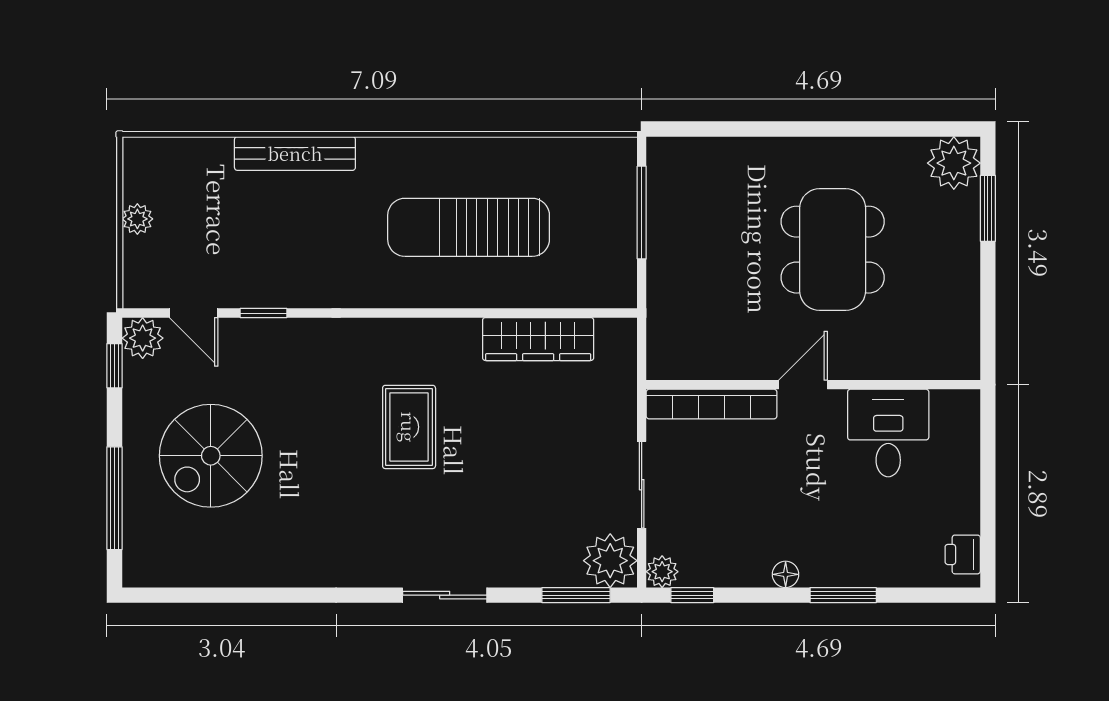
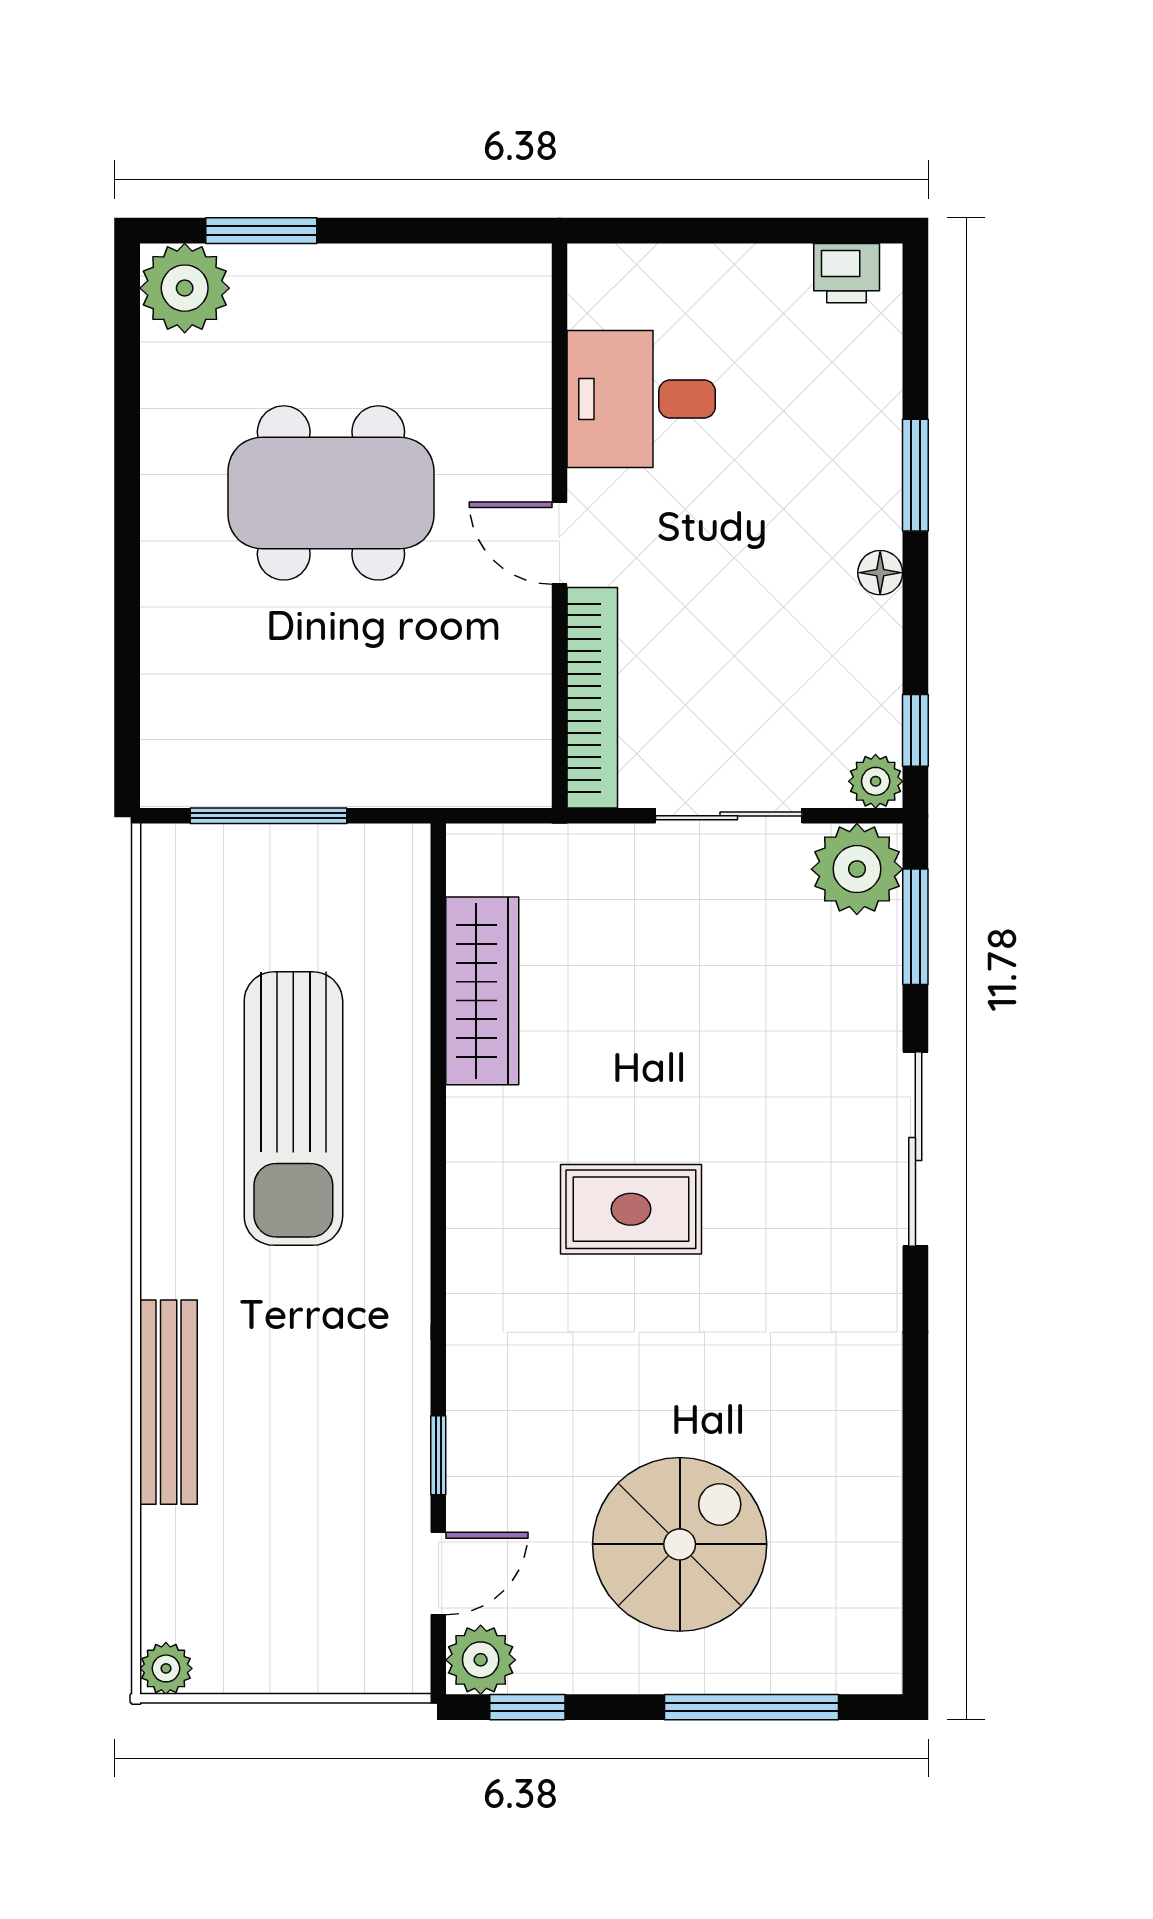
plant: (137, 219) -> (166, 1668), moved
spiral stairs: (211, 456) -> (680, 1544), turned -90
sliding door: (445, 595) -> (915, 1149), width x1.37

